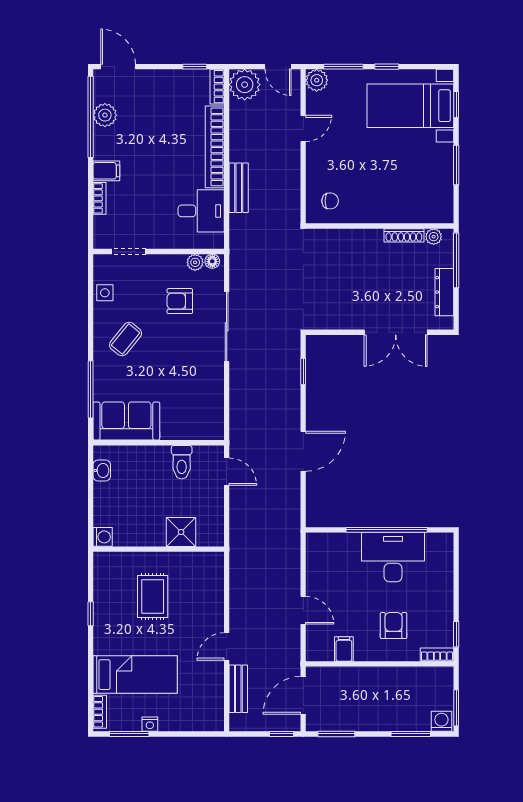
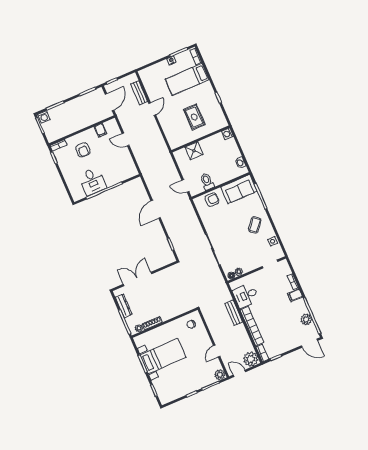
bed with nightstands: (410, 106) -> (163, 356), moved
armchair: (180, 301) -> (212, 200), moved
desk: (393, 557) -> (92, 181), width x0.73

